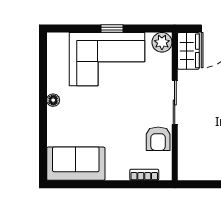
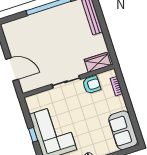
plant: (162, 42) -> (32, 101), removed
wardrobe: (188, 51) -> (98, 62), moved

